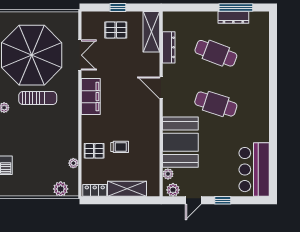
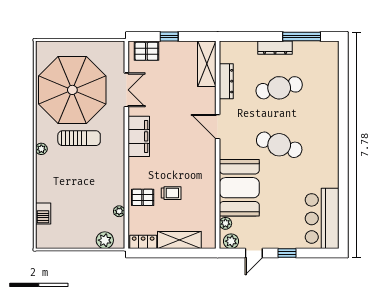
dresser: (233, 17) -> (275, 48), moved
pallet: (116, 30) -> (146, 51), moved
cafe table: (216, 53) -> (279, 88), turned -33

